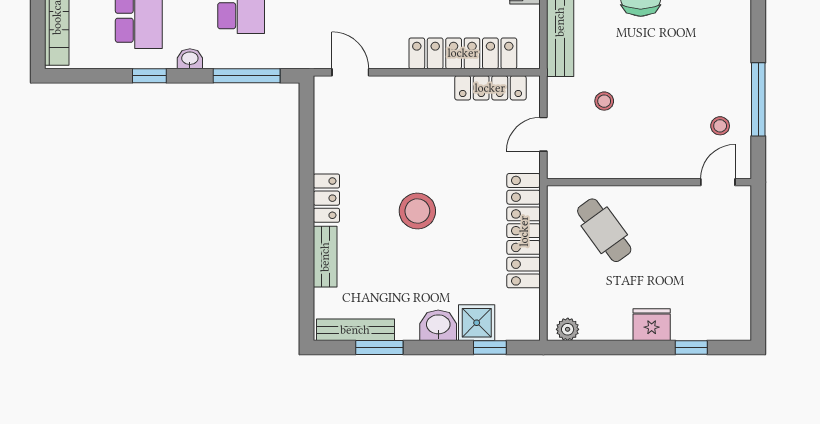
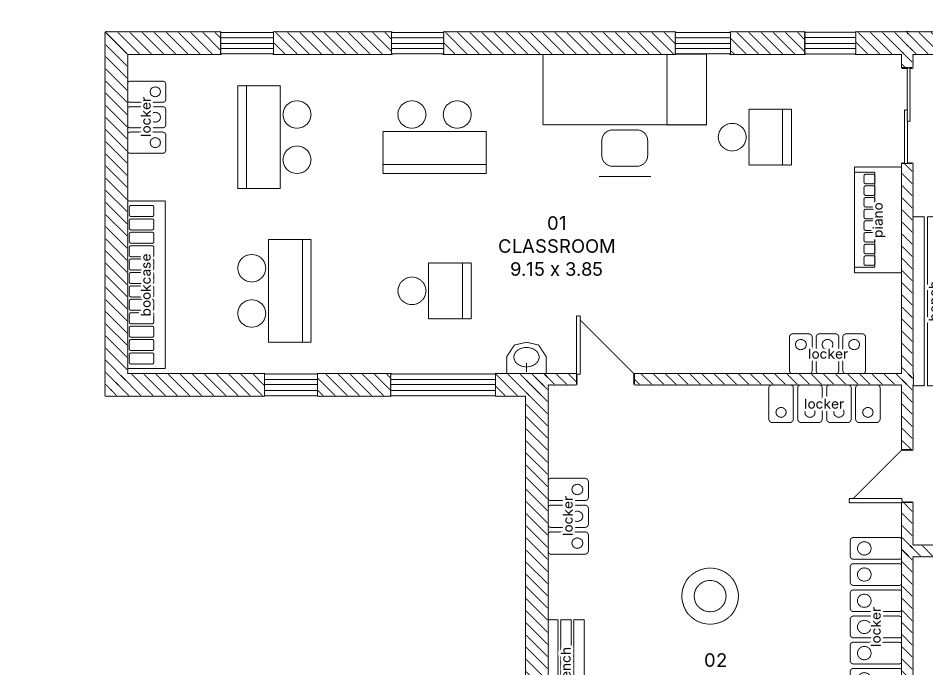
locker: (463, 53) -> (828, 354), width x0.46, depth x0.83
washbasin: (190, 59) -> (527, 358), moved
locker: (326, 198) -> (568, 516), moved

